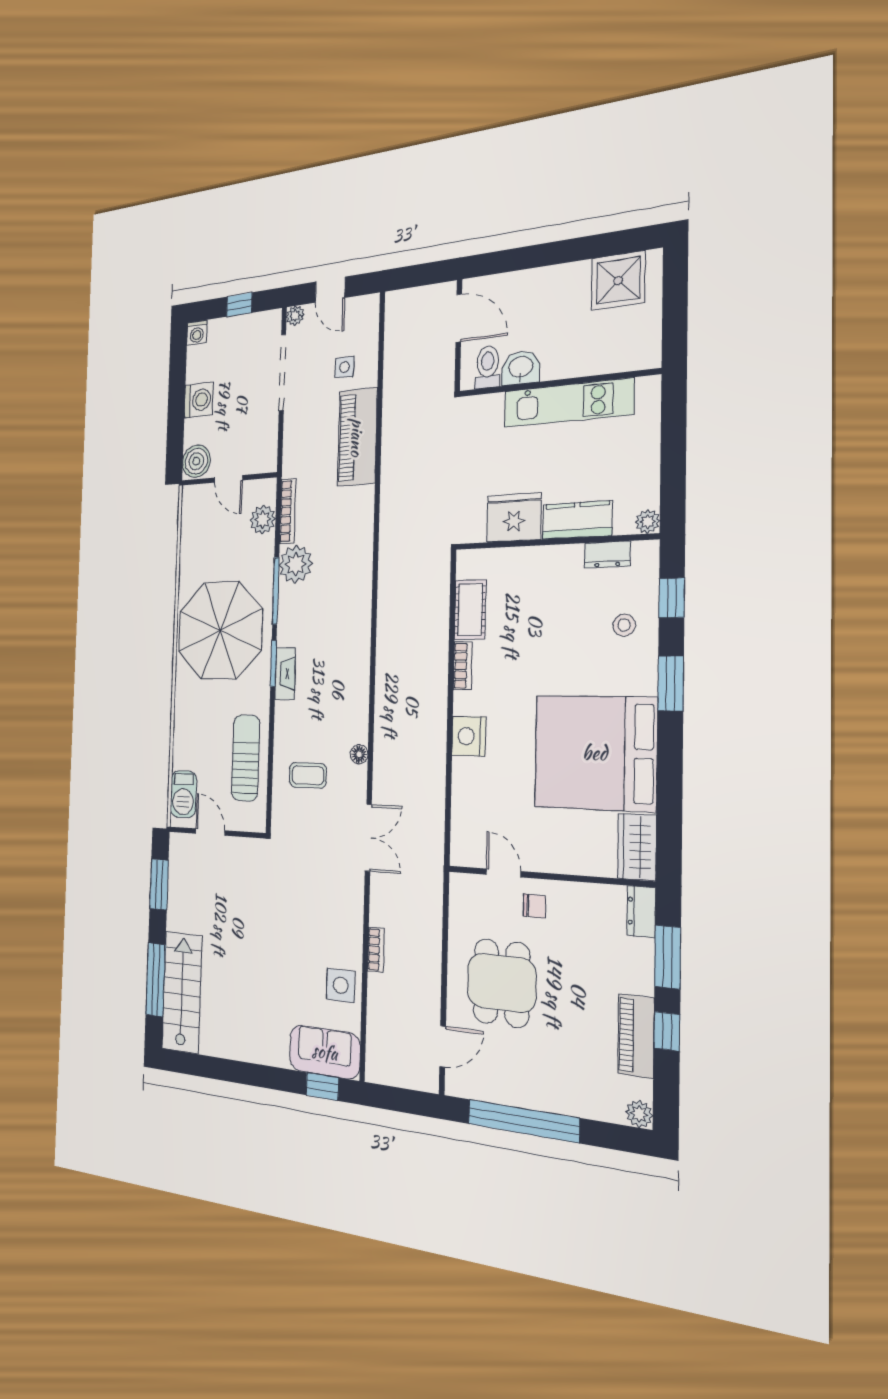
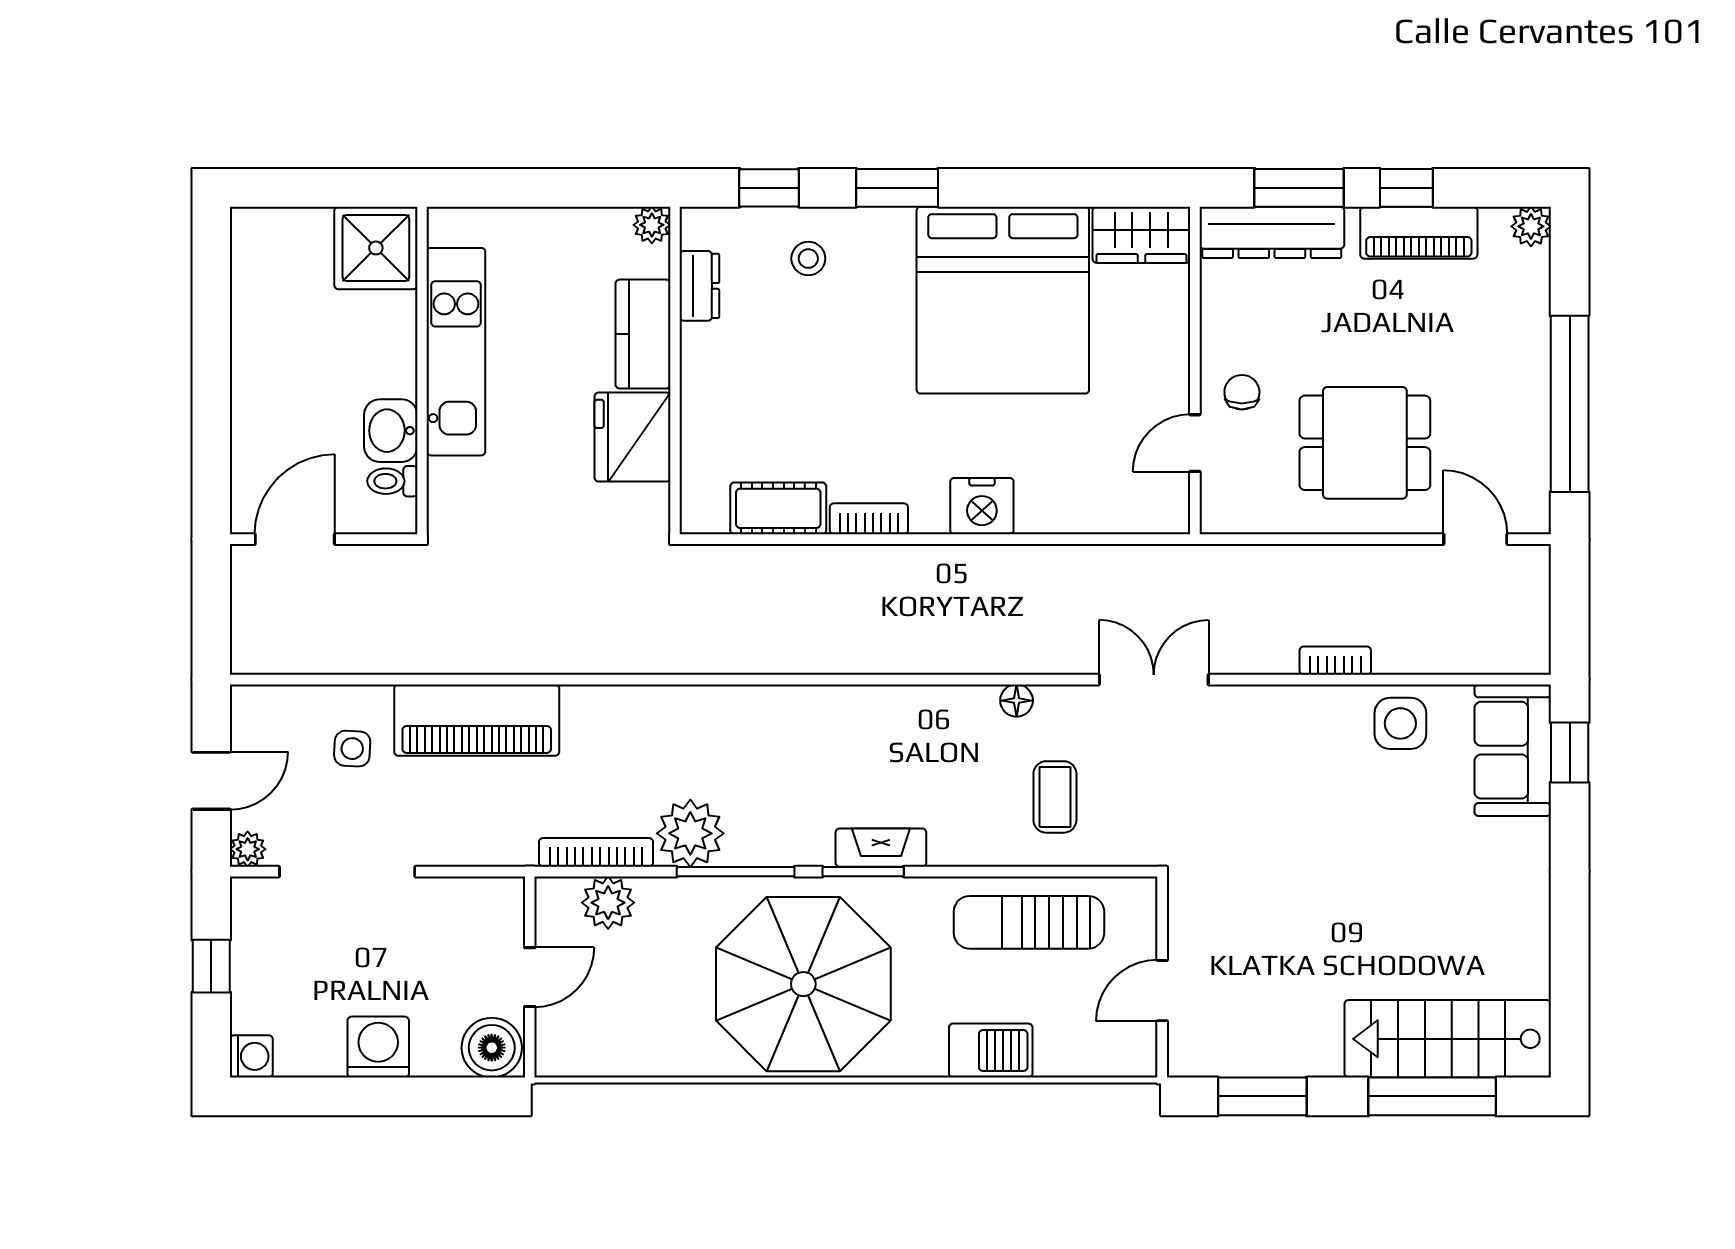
shower: (618, 281) -> (376, 248), moved
toilet: (488, 367) -> (392, 481), width x0.73, depth x0.72
barbecue: (183, 794) -> (991, 1051), moved
dresser: (641, 912) -> (1272, 232), width x1.96, depth x1.24

